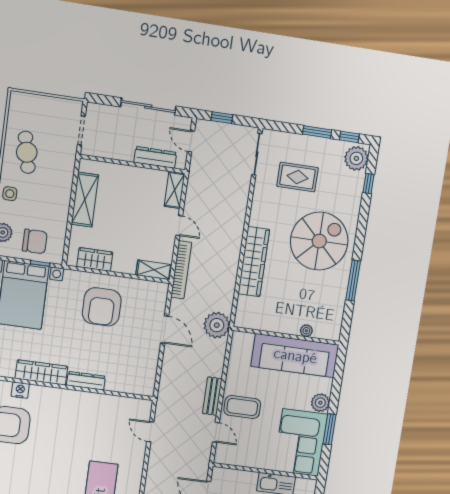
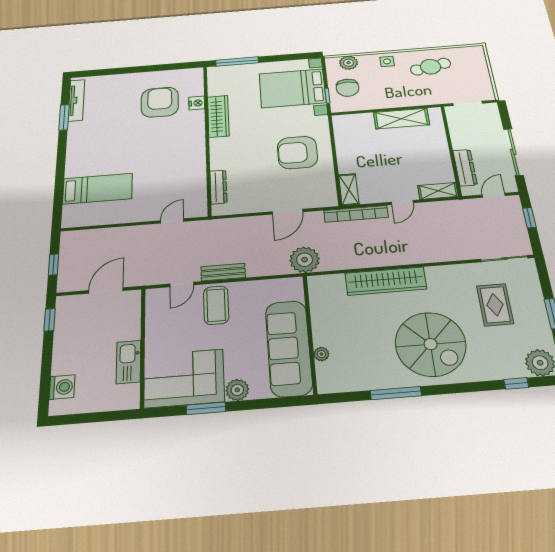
wardrobe: (95, 259) -> (344, 138), removed
dresser: (86, 381) -> (218, 187), moved

